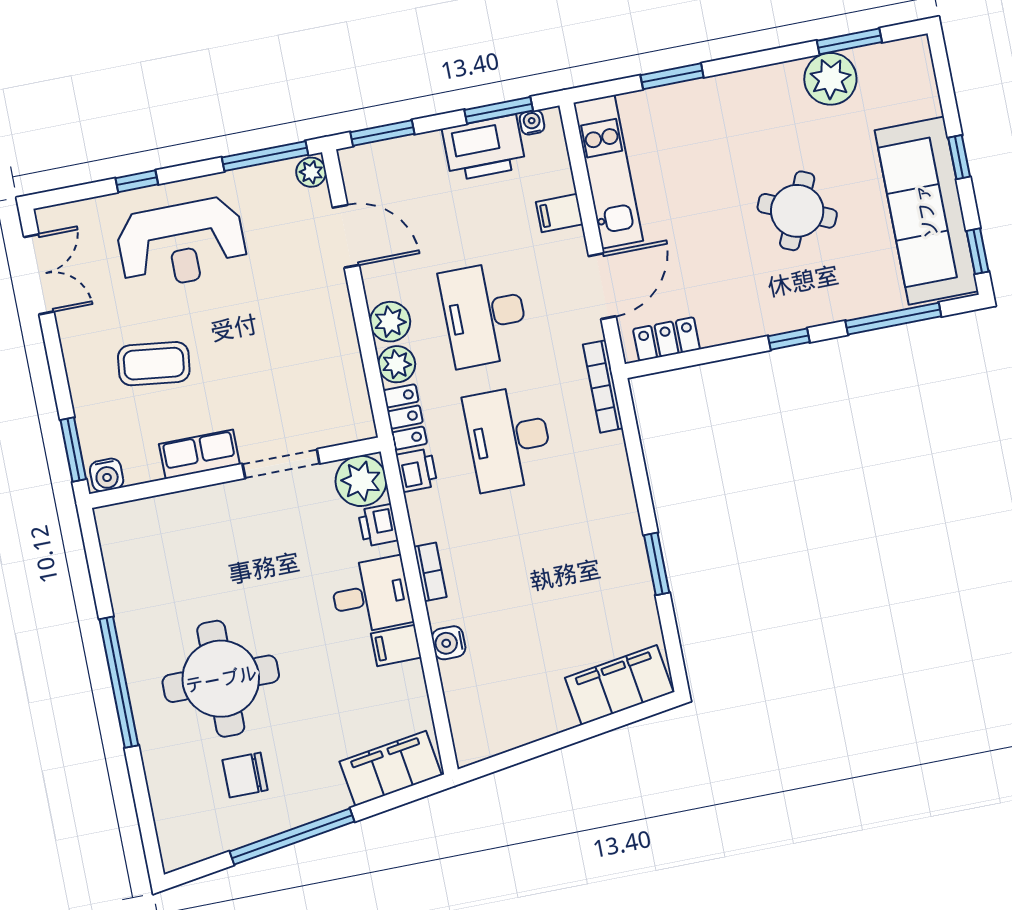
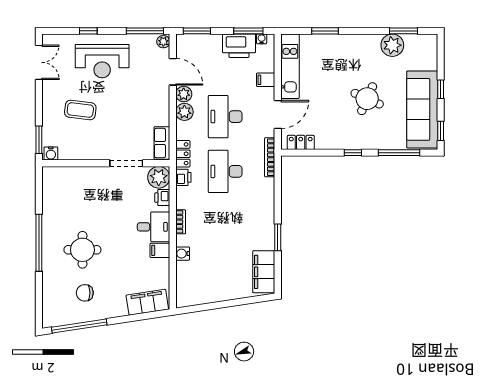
plant: (397, 364) -> (184, 94), moved
row of seats: (199, 454) -> (162, 143), moved, turned -90
round table: (221, 679) -> (82, 250), width x0.73, depth x0.73
filing cabinet: (619, 685) -> (264, 272), moved, turned -81
window: (292, 837) -> (79, 326), moved

